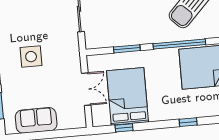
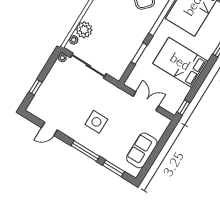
bed: (127, 96) -> (180, 62), moved
window: (124, 128) -> (183, 107), moved

